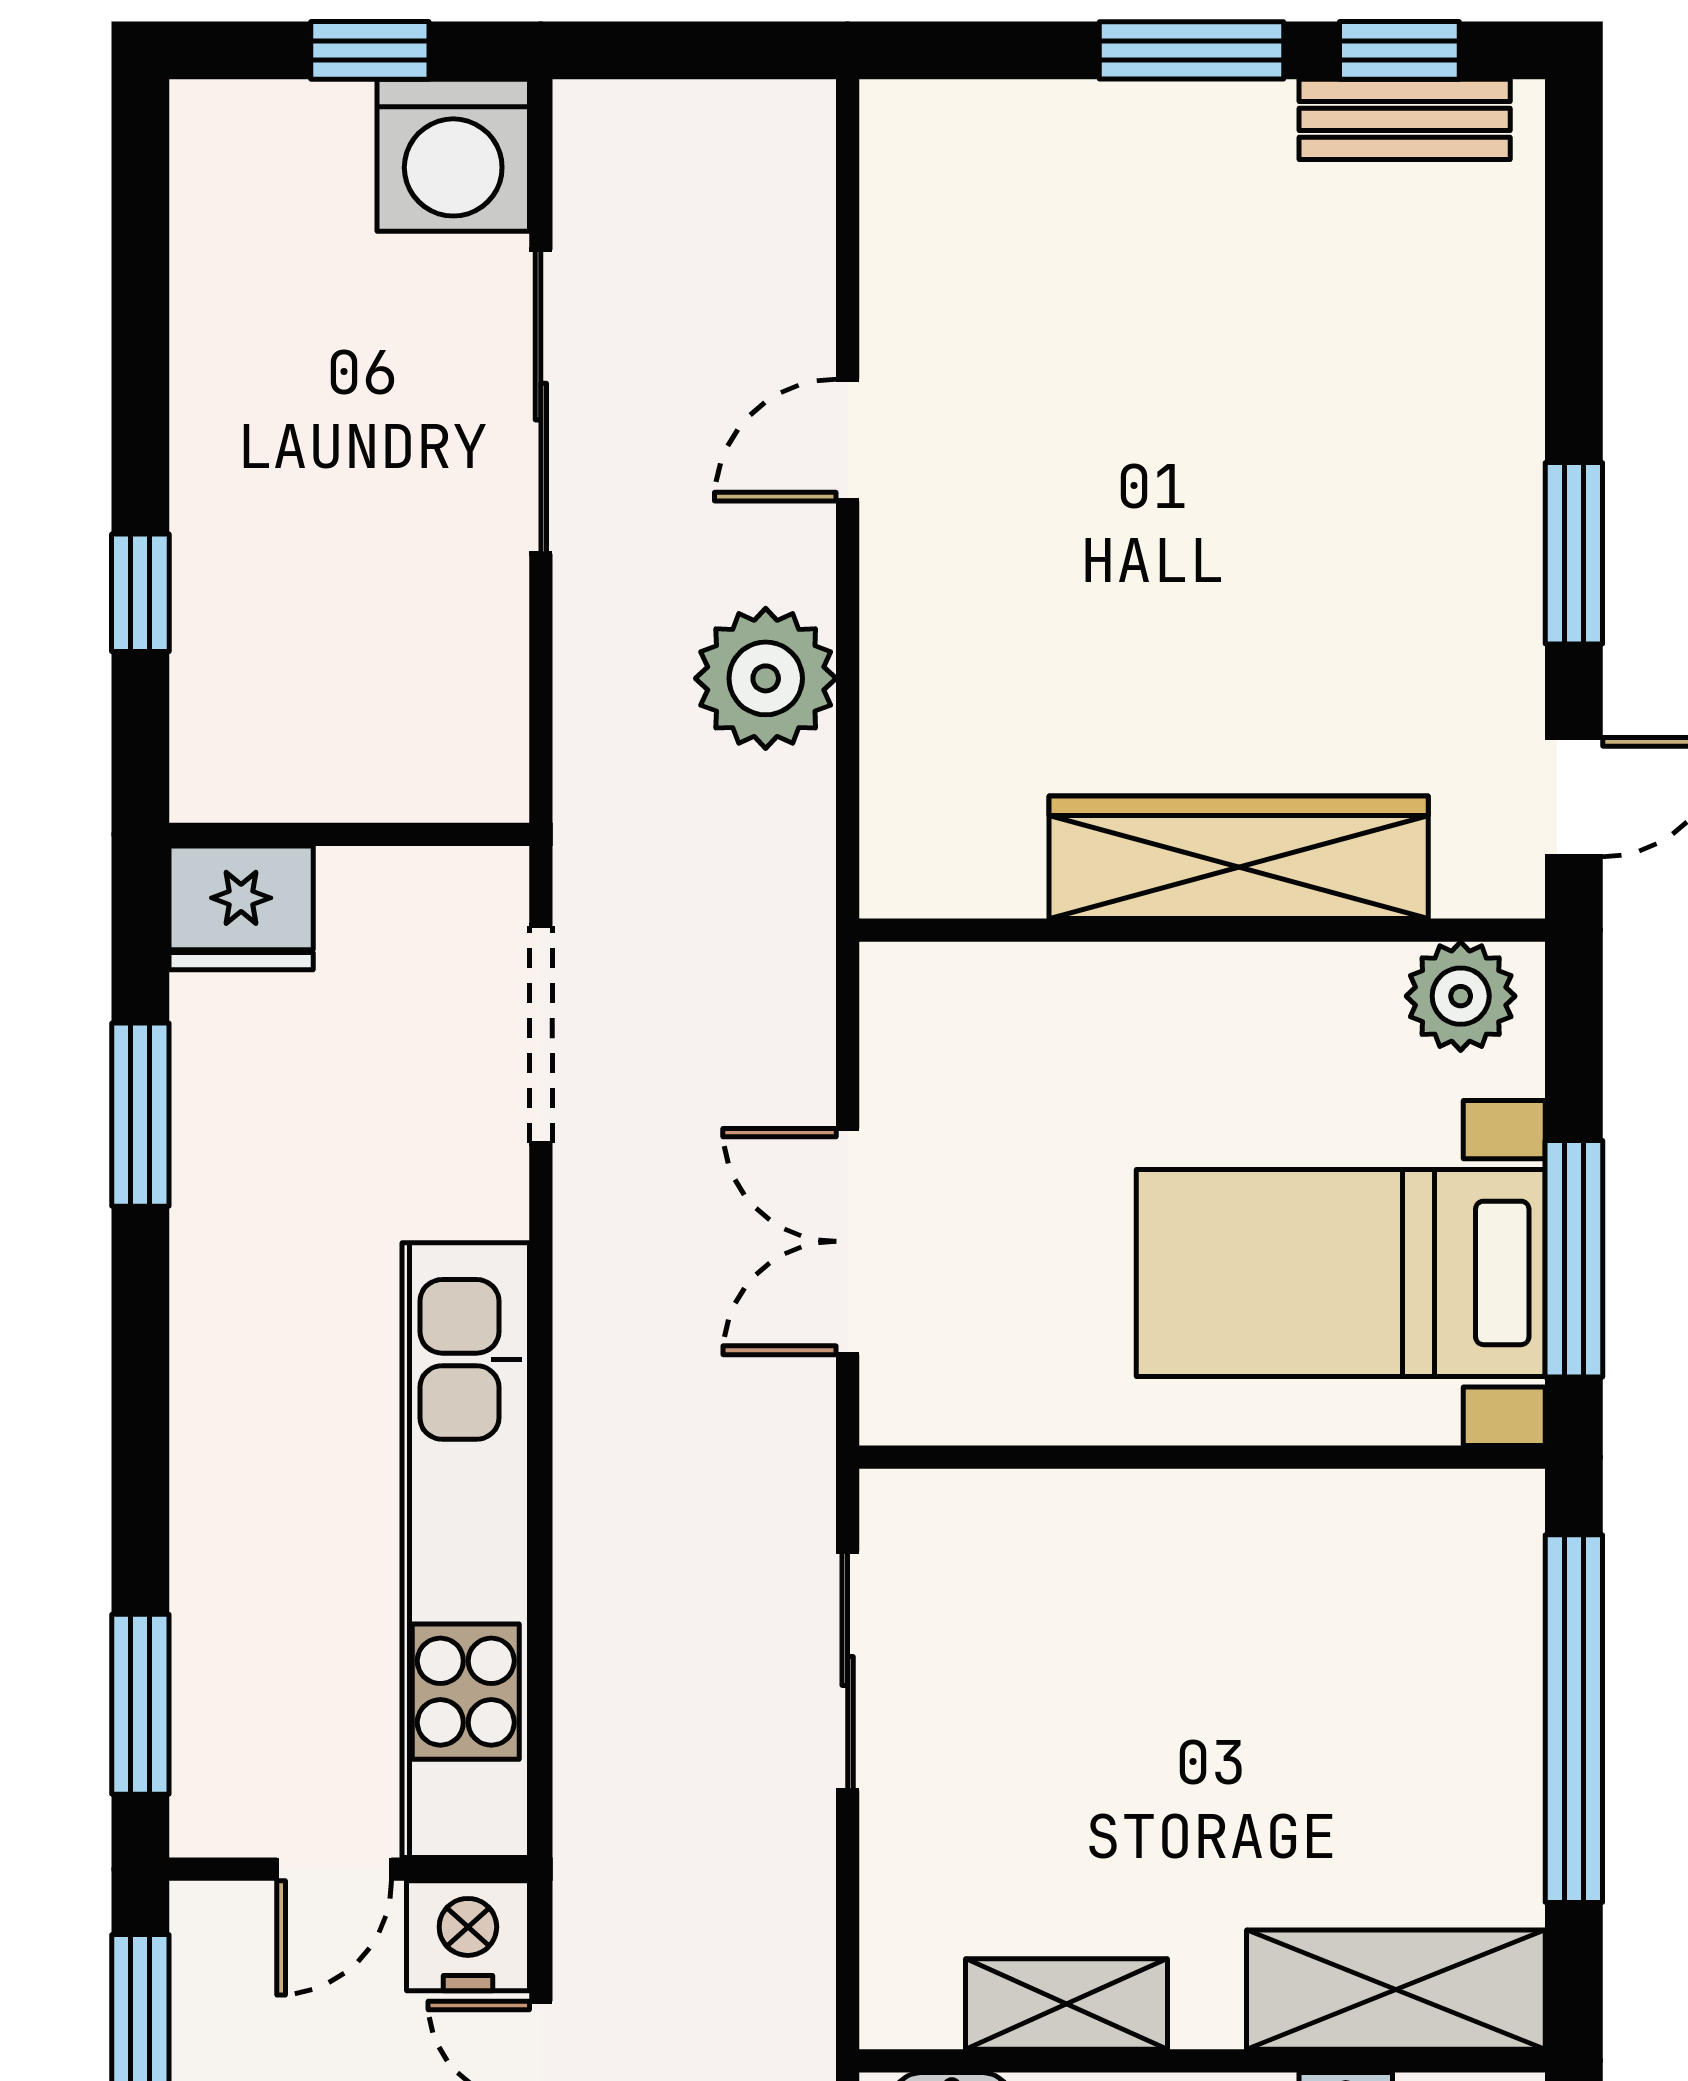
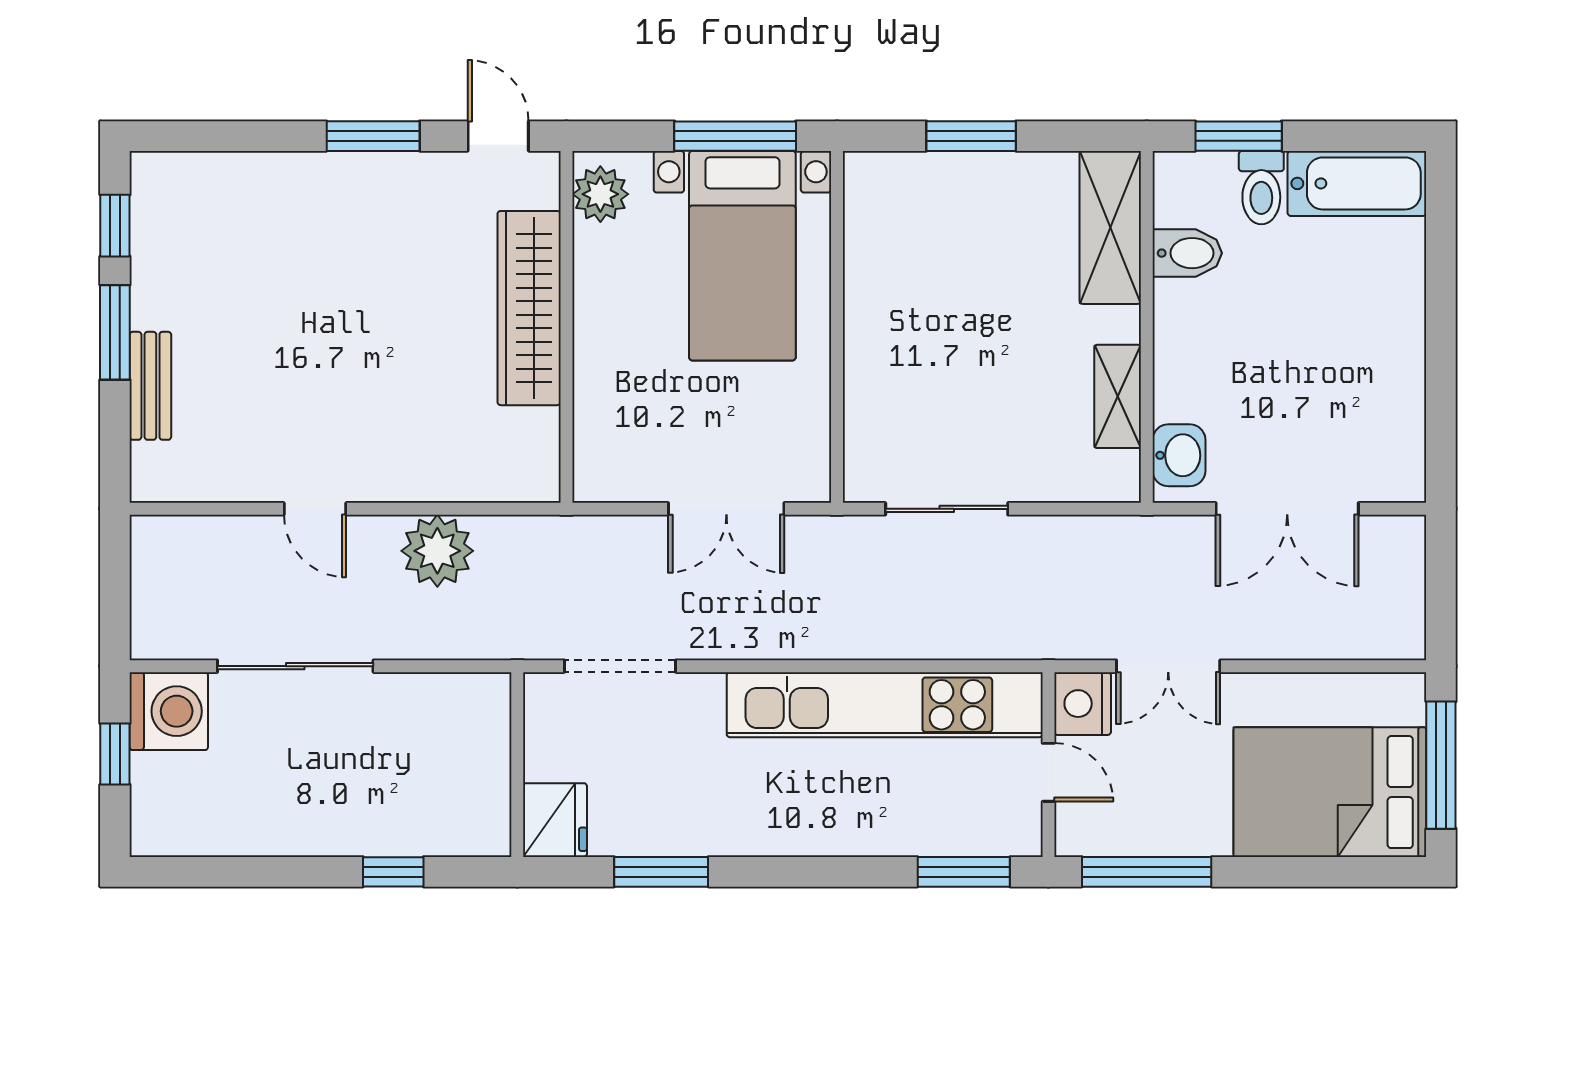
bench: (1405, 119) -> (150, 386), moved
window: (1574, 1719) -> (971, 136), width x0.47

